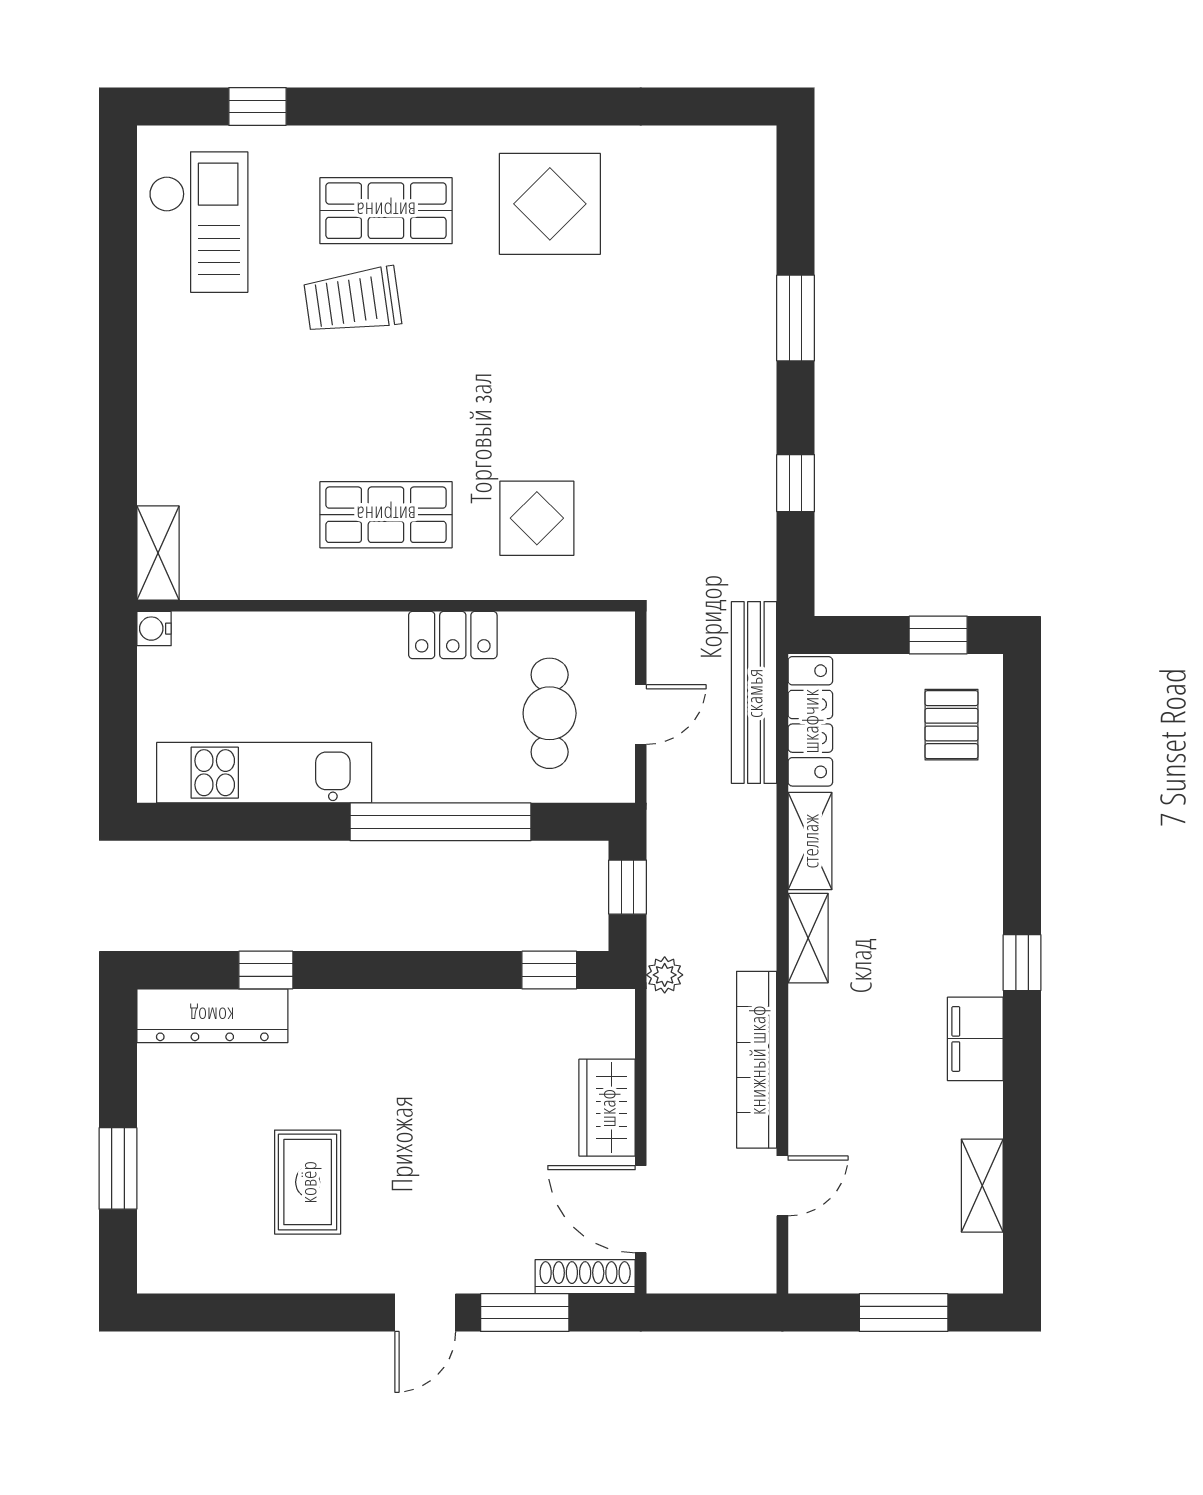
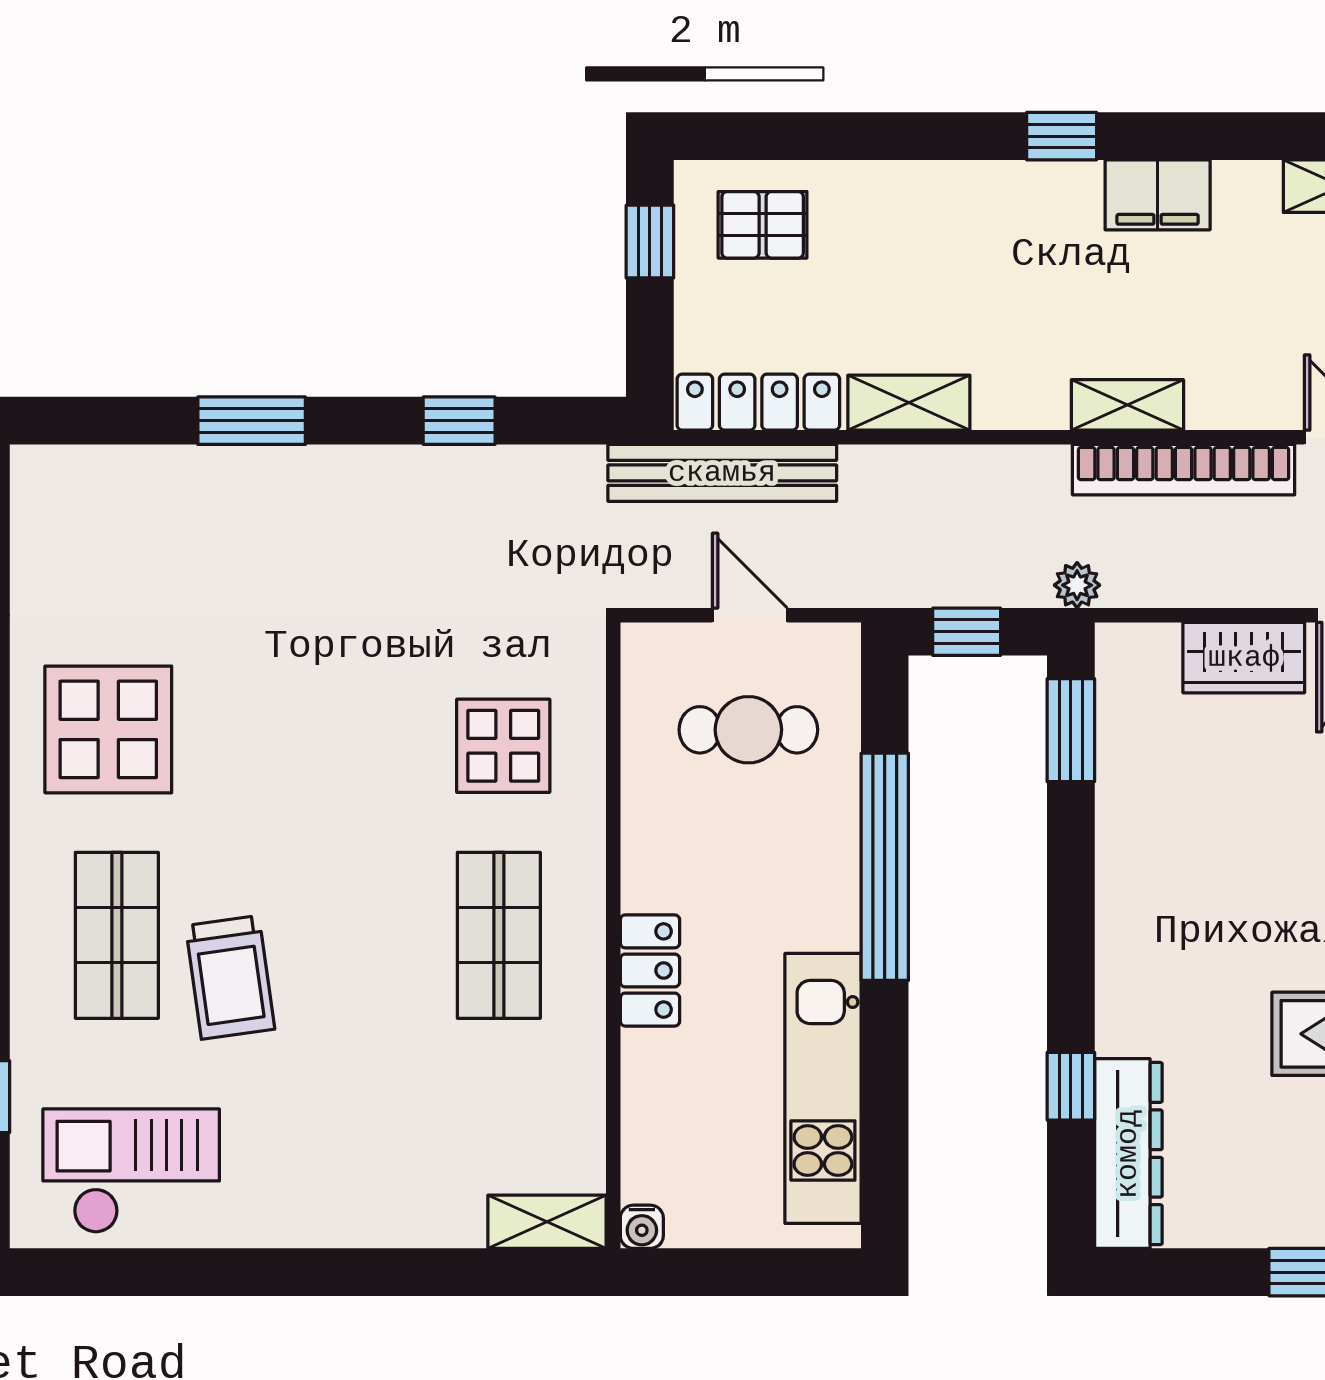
locker: (453, 635) -> (650, 970), moved
shelving: (808, 938) -> (1127, 405), moved
window: (549, 970) -> (1071, 730), width x1.50

